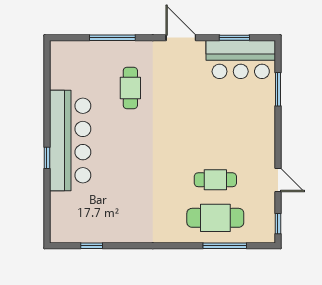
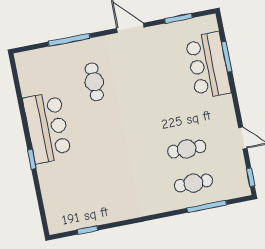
bar counter: (241, 60) -> (208, 65), moved, turned 90
bar counter: (70, 141) -> (47, 128), width x0.73
cafe table: (215, 218) -> (193, 183), width x0.73, depth x0.74

